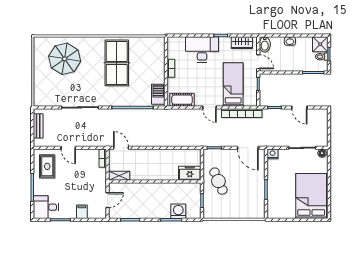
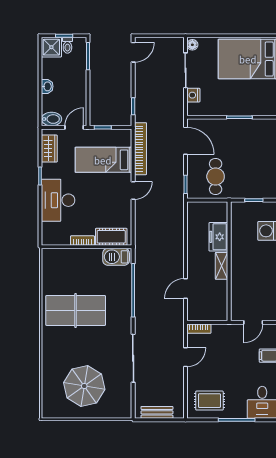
parasol: (65, 59) -> (84, 386), moved
cot: (182, 100) -> (111, 237), moved, turned 90
door: (299, 107) -> (133, 52), moved
door: (68, 148) -> (185, 357), moved
door: (121, 148) -> (185, 289), moved
door: (248, 148) -> (185, 141), hinge flipped
nightstand: (273, 154) -> (193, 95), moved
freezer: (190, 173) -> (218, 237), moved
shelving: (119, 176) -> (222, 266), moved
cafe table: (218, 181) -> (216, 177), moved, turned -66
door: (108, 200) -> (253, 322), swing flipped

